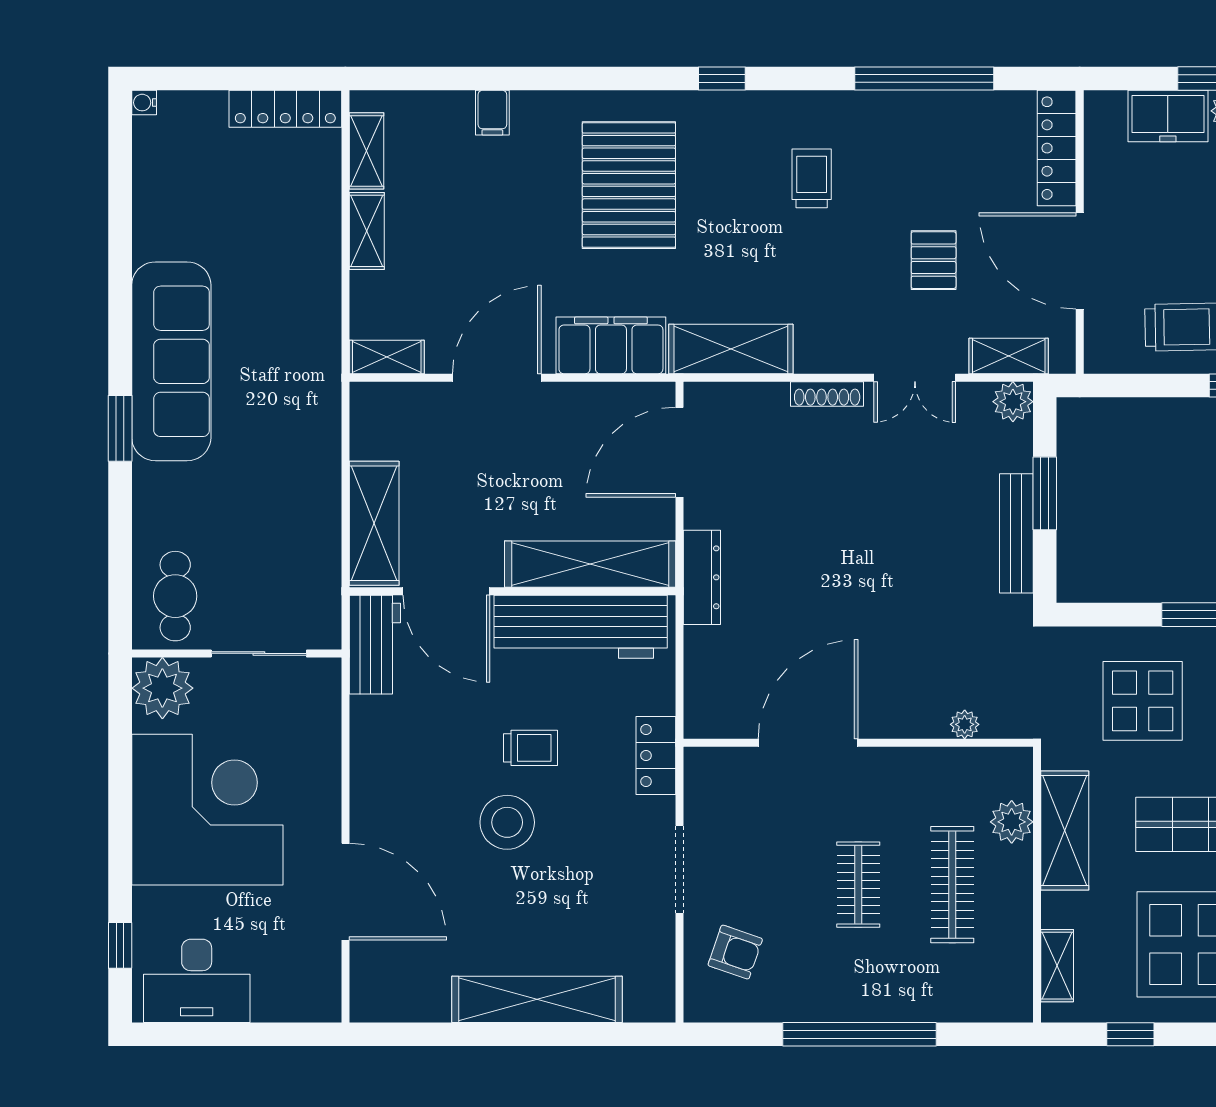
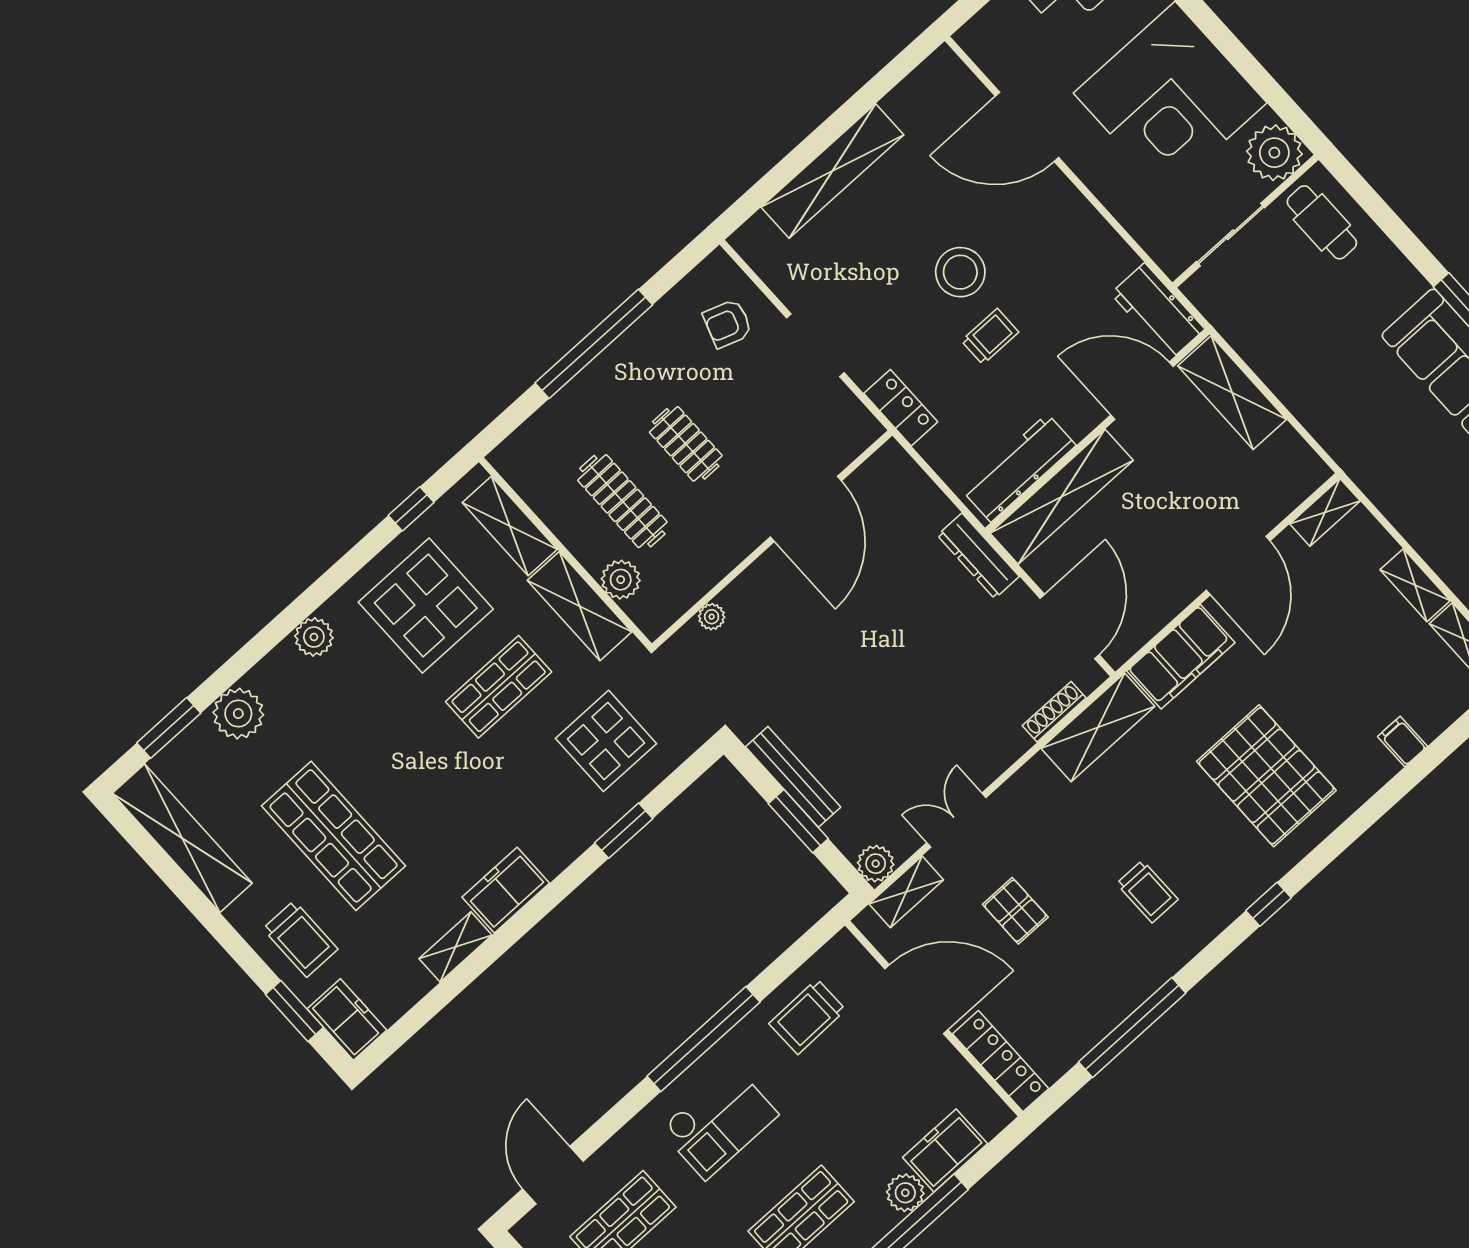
shoe rack: (827, 394) -> (1054, 712), moved
workbench: (581, 627) -> (1019, 468), width x0.73, depth x0.76
trolley: (530, 748) -> (990, 336), turned 180
shelving: (1057, 966) -> (510, 526), width x1.50, depth x1.33

